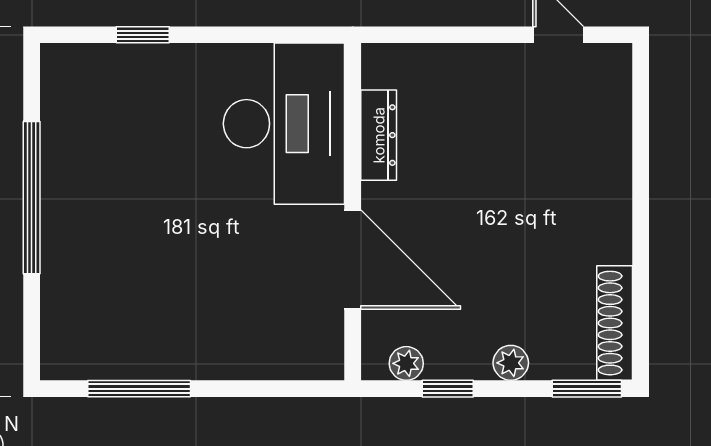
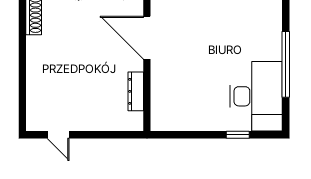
desk: (284, 124) -> (256, 96), moved, turned 180

